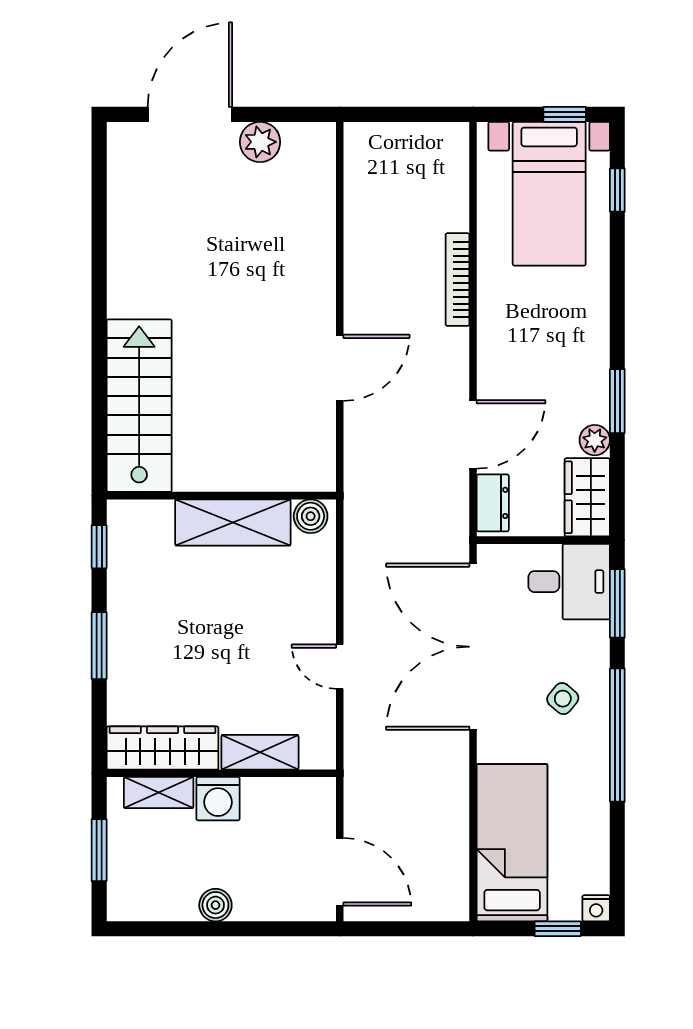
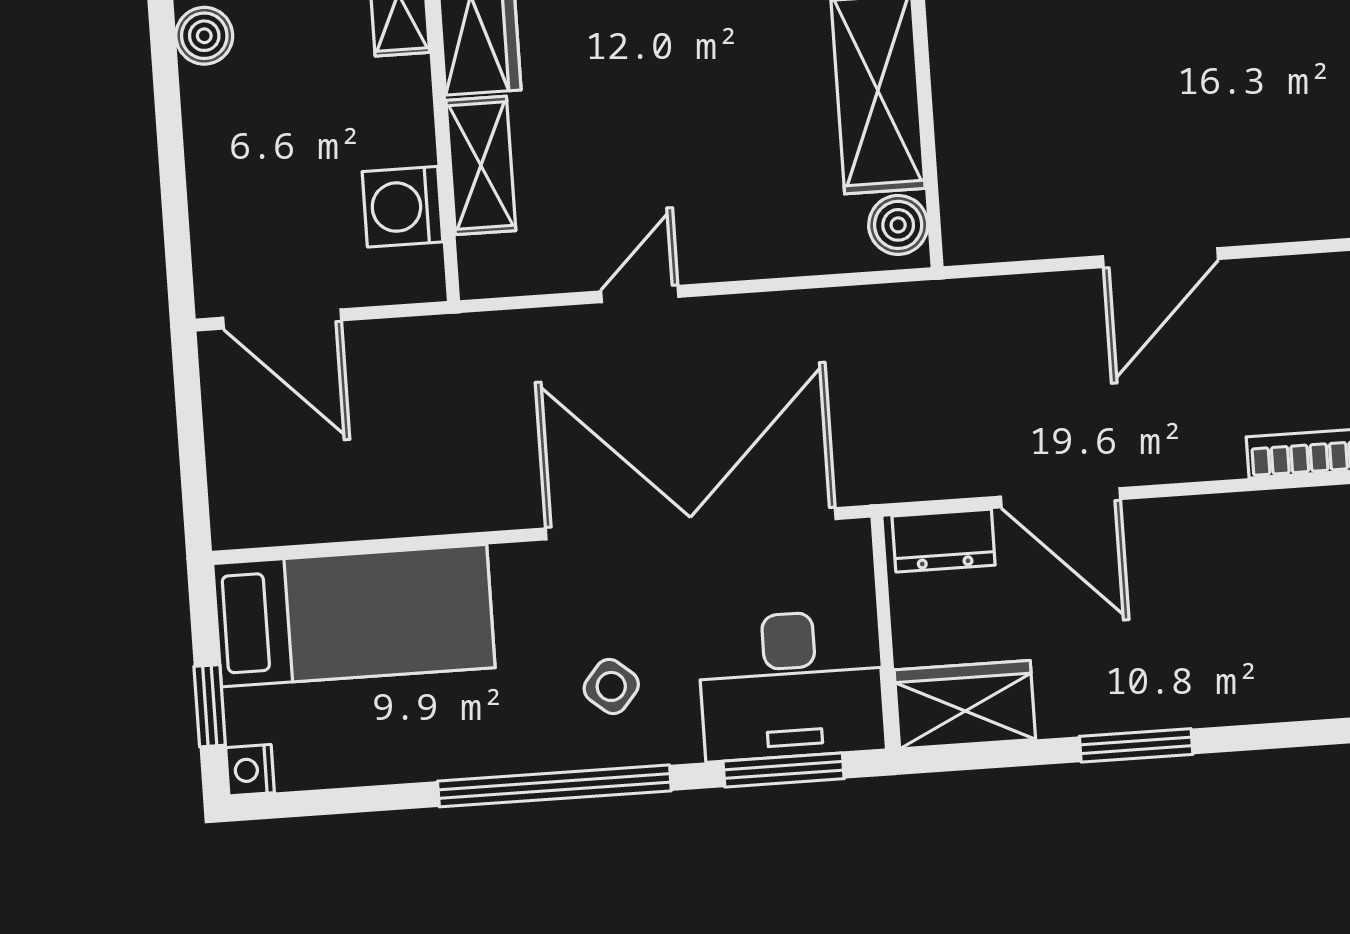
door: (340, 368) -> (1160, 258), hinge flipped
plant: (595, 440) -> (1066, 711), removed
desk: (569, 582) -> (791, 685), width x1.37
washing machine: (218, 799) -> (403, 207), moved
door: (340, 872) -> (282, 319), hinge flipped
boiler: (215, 905) -> (204, 36), moved

